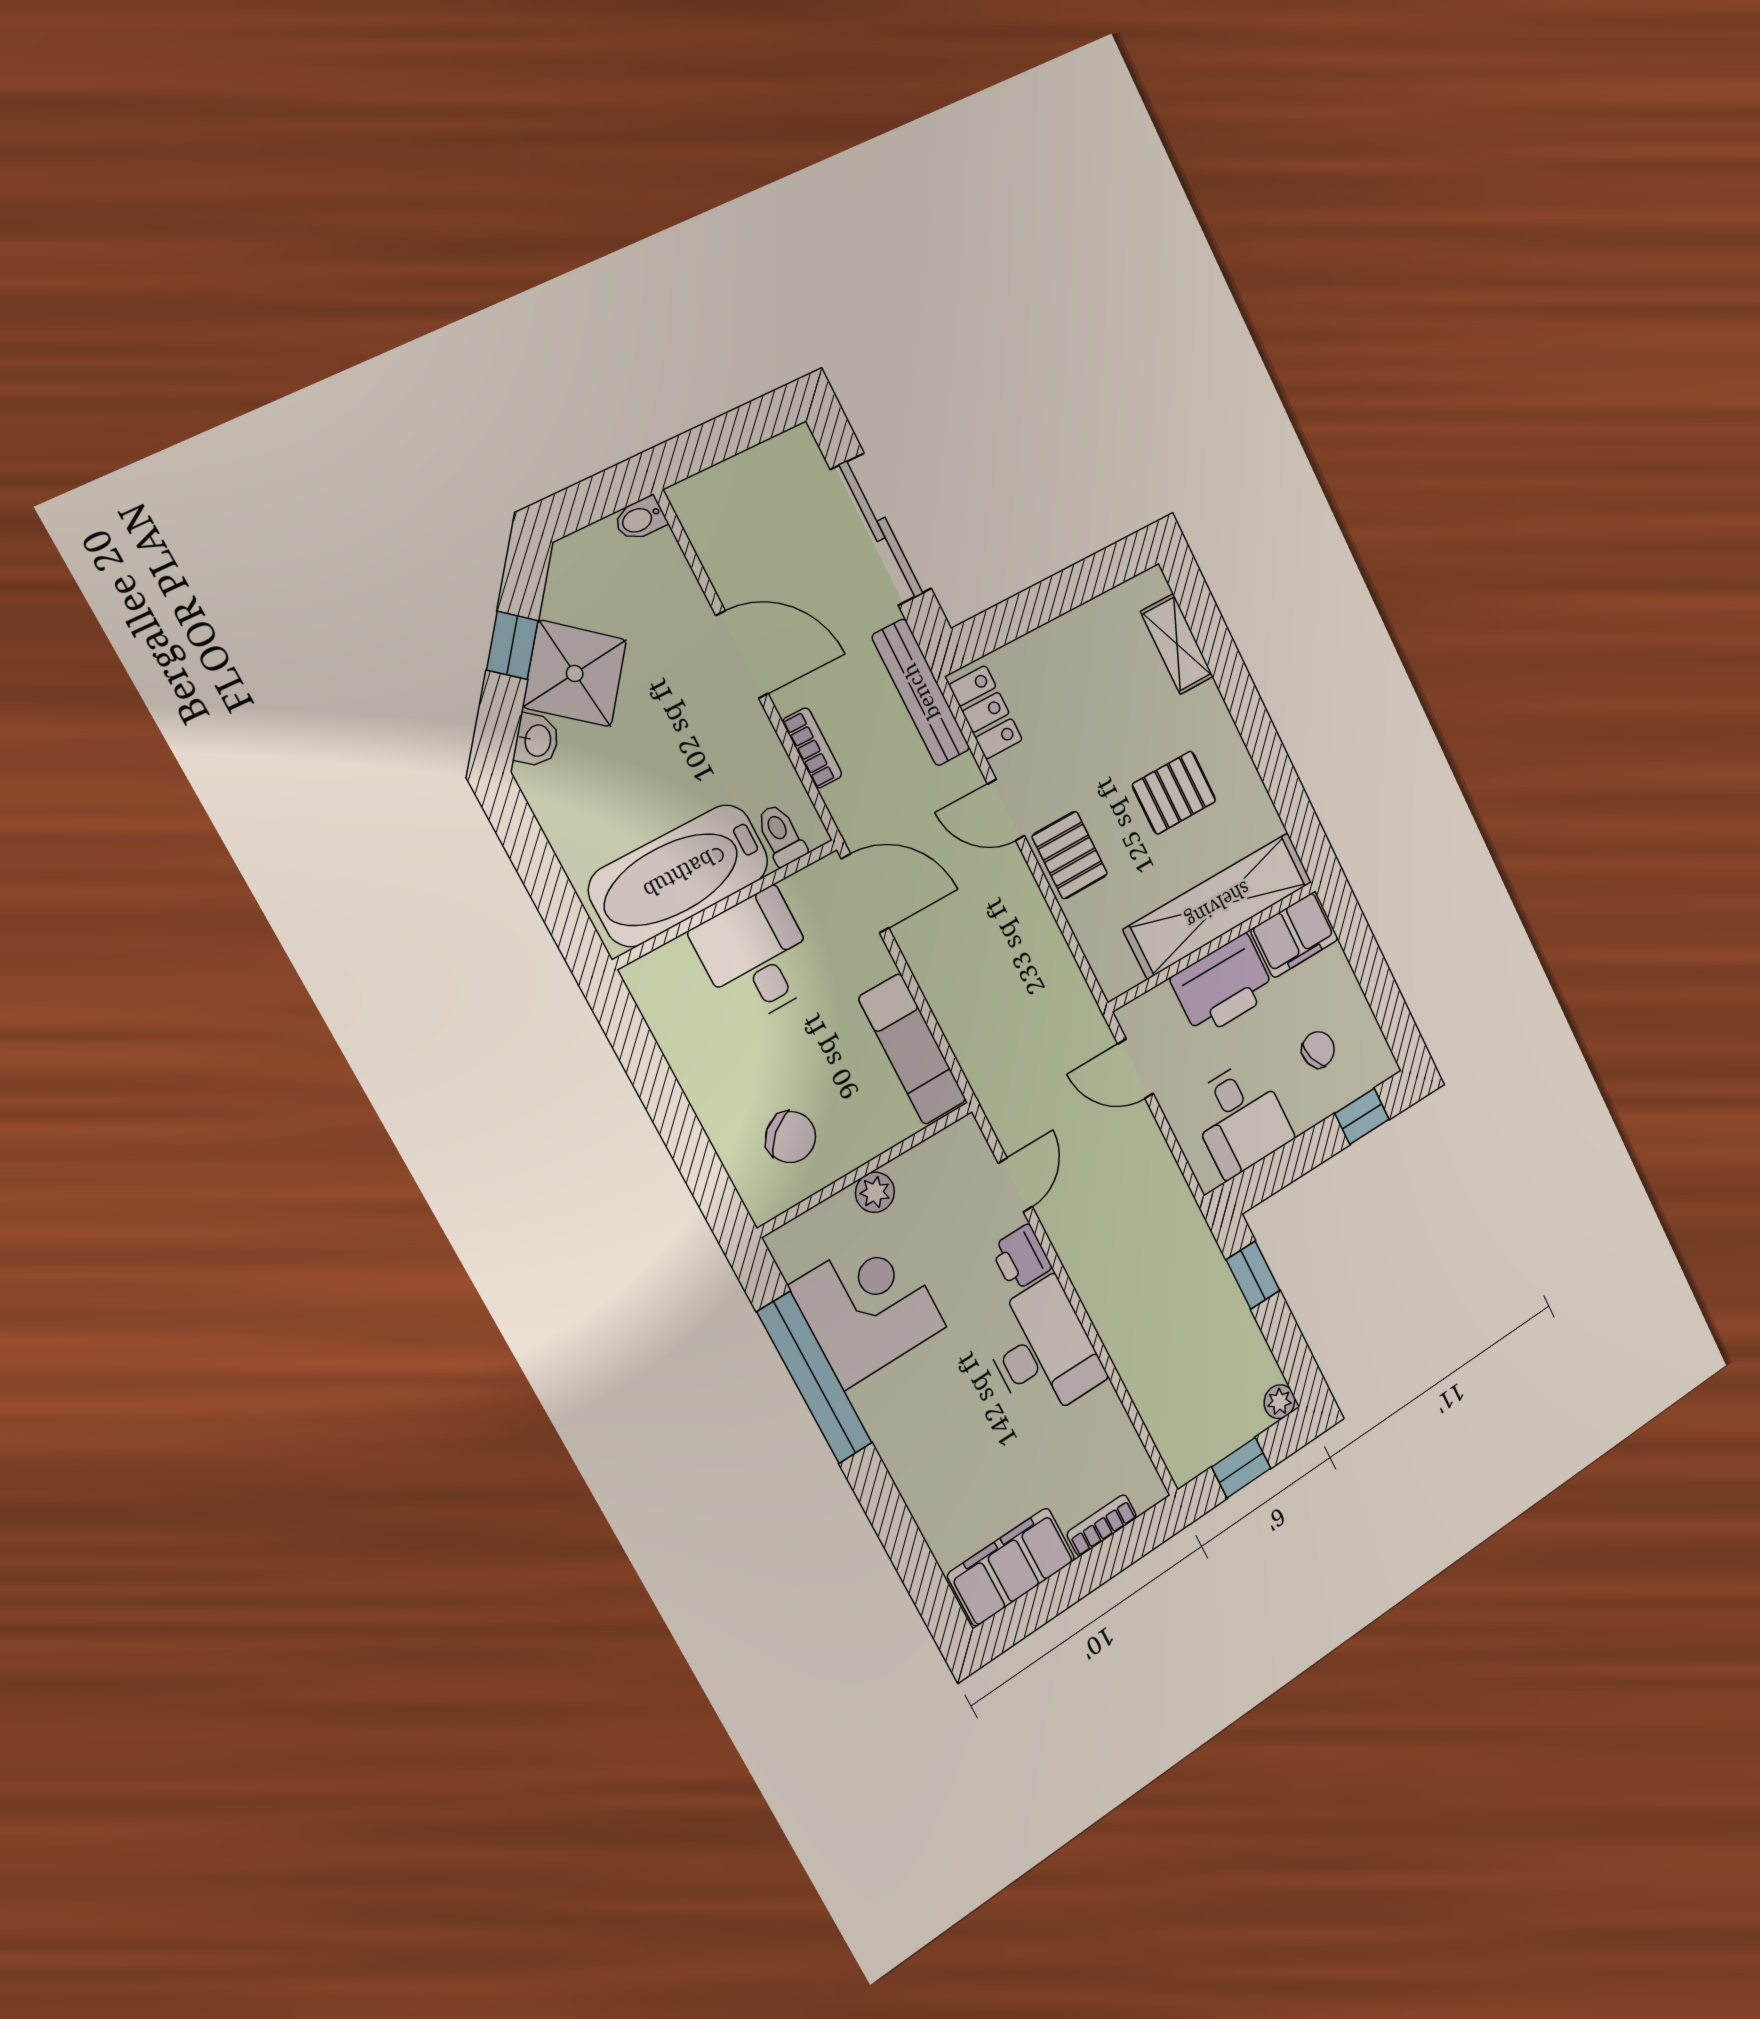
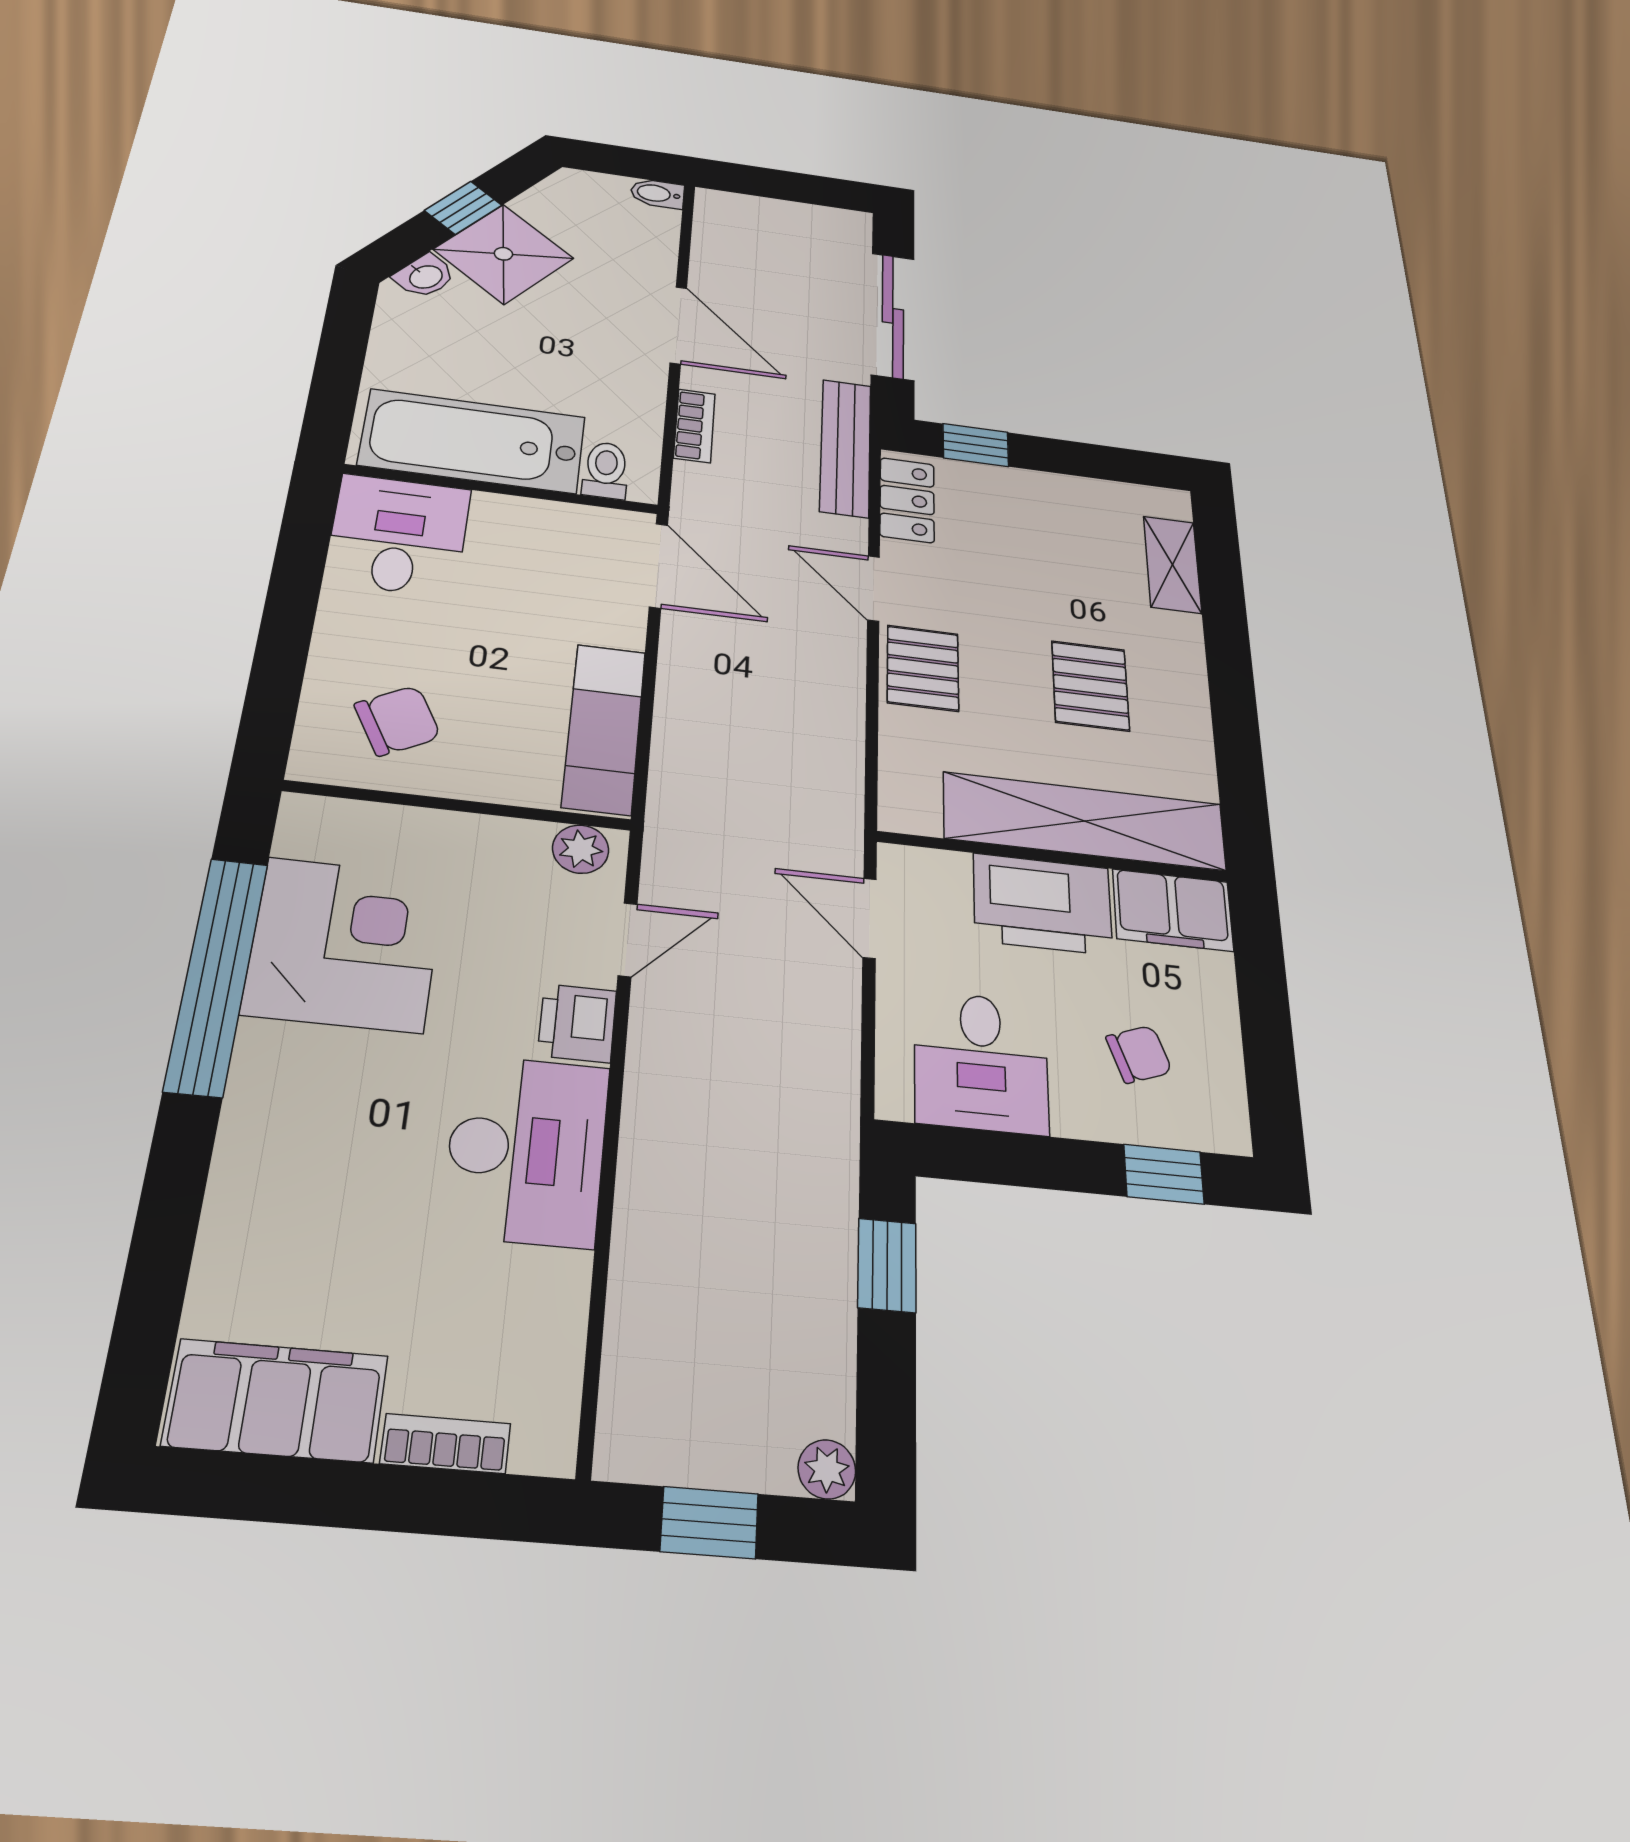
window: (1003, 624) -> (976, 445), added
pallet: (1174, 793) -> (1090, 686), turned 90
desk: (757, 957) -> (398, 535), moved
chair: (791, 1137) -> (398, 721), turned -76
plant: (875, 1192) -> (581, 849), moved

